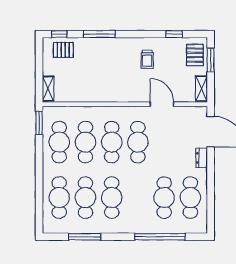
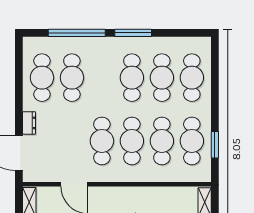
window: (39, 123) -> (215, 145), moved
window: (84, 237) -> (133, 33), moved

